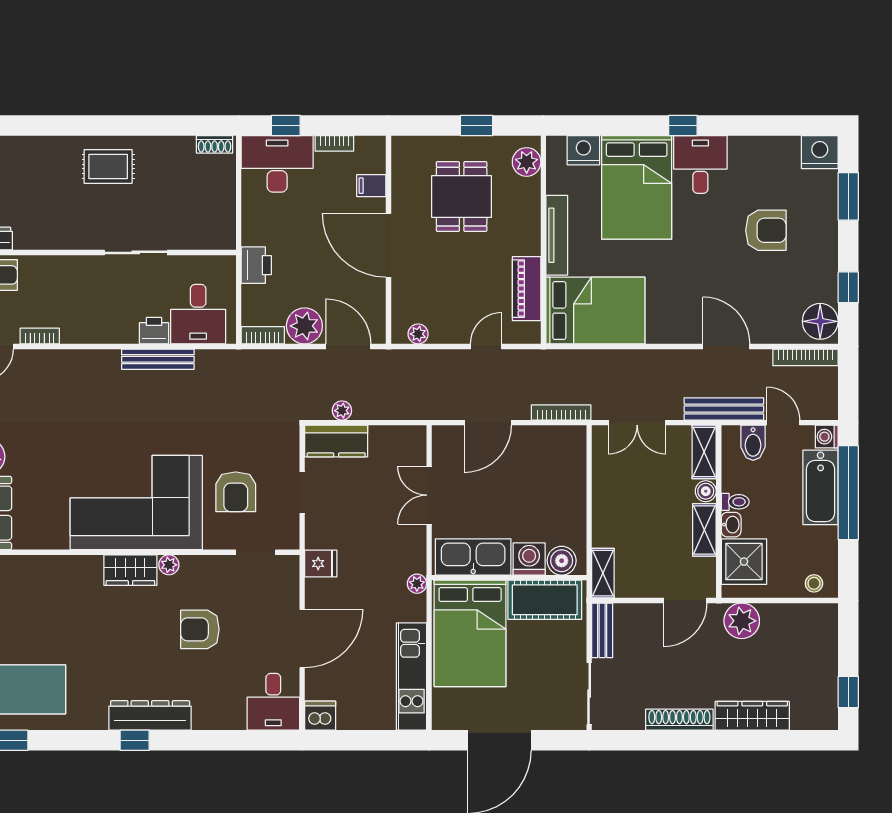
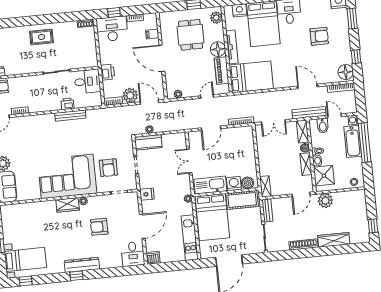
floor lamp: (523, 237) -> (218, 49), added
desk: (198, 314) -> (87, 81), moved, turned -90

